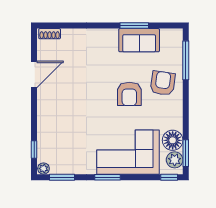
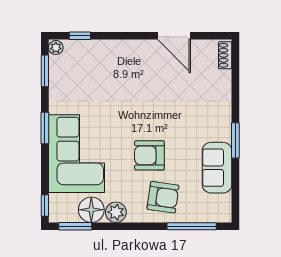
window: (134, 26) -> (235, 140), moved
plant: (175, 160) -> (116, 212), moved

